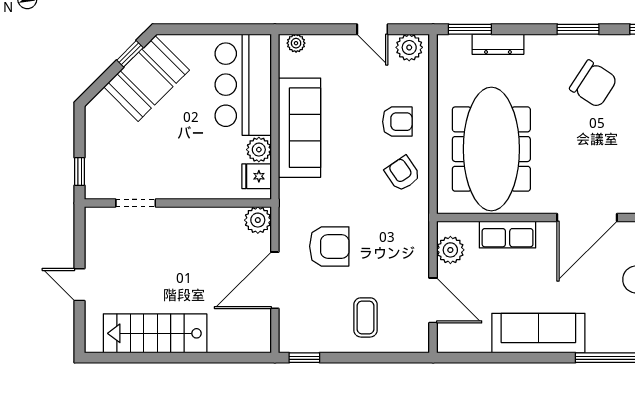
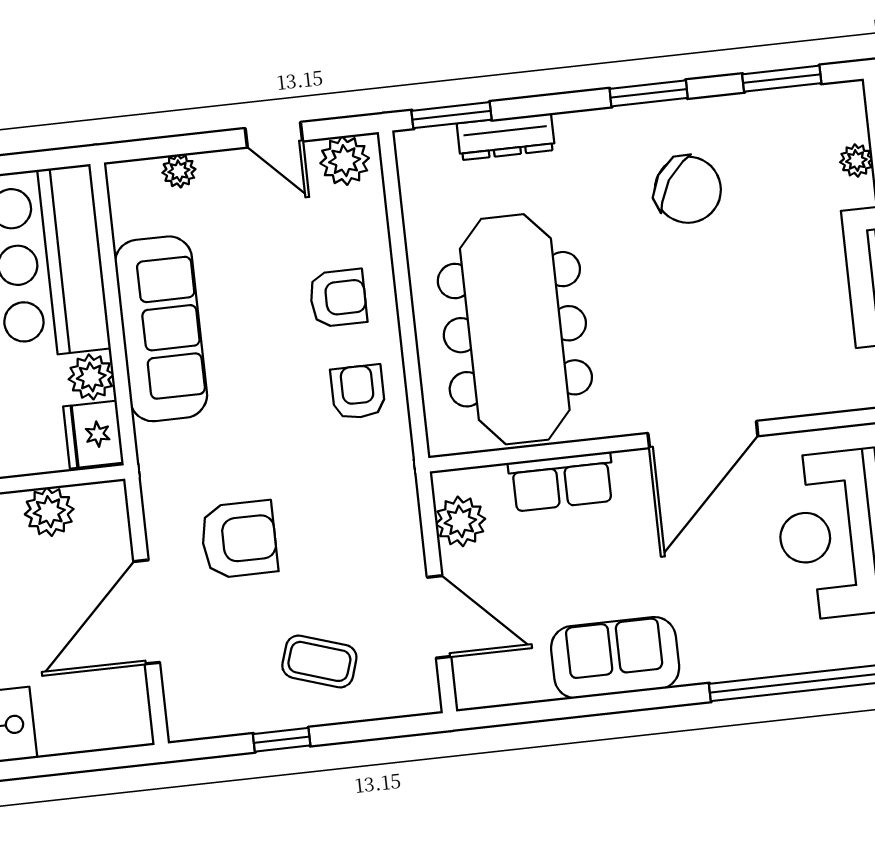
plant: (296, 43) -> (179, 171), moved
armchair: (403, 174) -> (358, 392), turned 34
fridge: (257, 176) -> (93, 435), width x1.38
plant: (258, 220) -> (49, 512), moved
coffee table: (366, 317) -> (319, 661), turned -72
sofa: (538, 333) -> (615, 658), width x0.73
window: (304, 358) -> (282, 740), moved

